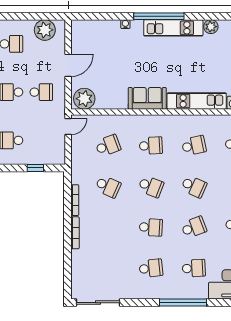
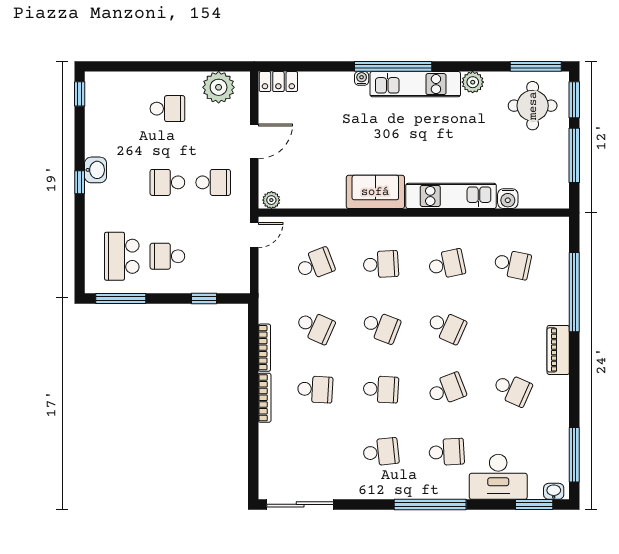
water cooler: (125, 24) -> (362, 78), moved
locker: (84, 26) -> (278, 82), added
plant: (84, 99) -> (271, 200), width x0.53, depth x0.53
school desk: (108, 227) -> (315, 389), added

